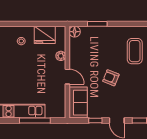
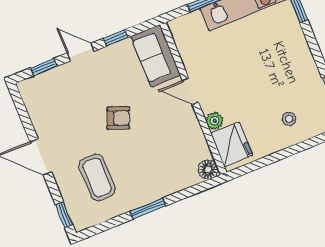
window: (97, 24) -> (148, 209), moved
fridge: (45, 35) -> (232, 144), moved, turned 90

